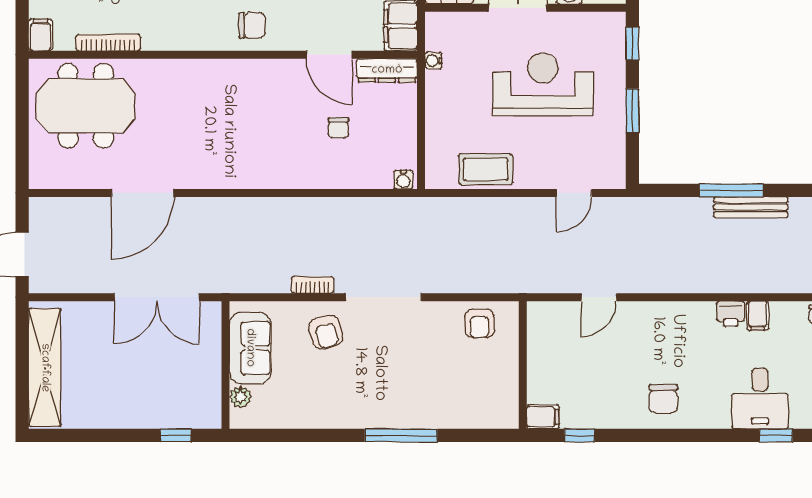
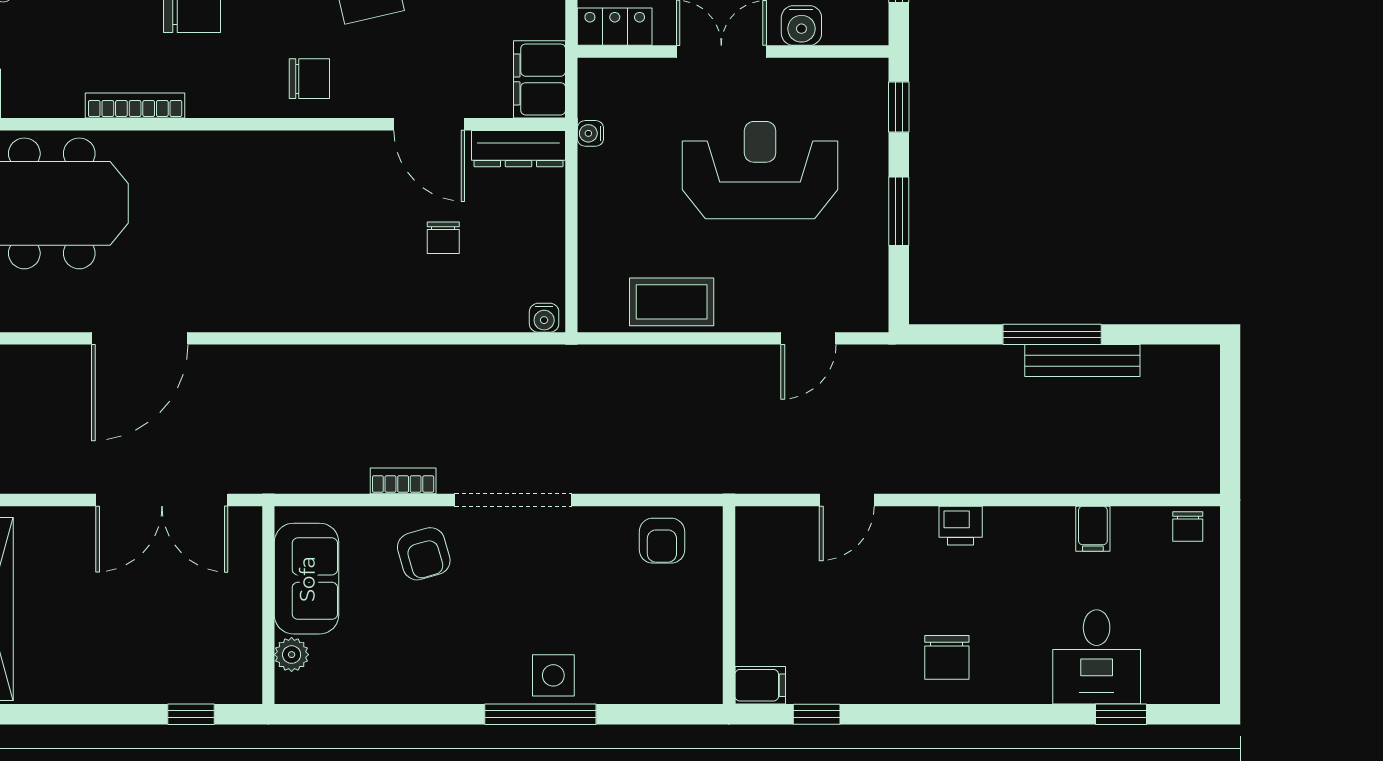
bookcase: (108, 43) -> (135, 105), moved
printer: (731, 314) -> (961, 526), moved
side table: (409, 410) -> (553, 675), added

